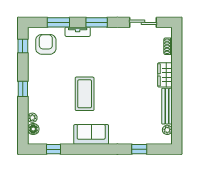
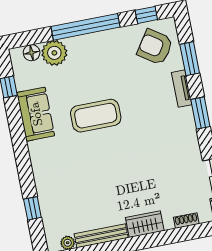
armchair: (46, 44) -> (155, 47), turned -146
window: (23, 89) -> (86, 27), width x3.17
plant: (32, 118) -> (54, 53), width x1.87, depth x1.87
sofa: (91, 134) -> (36, 114), moved

